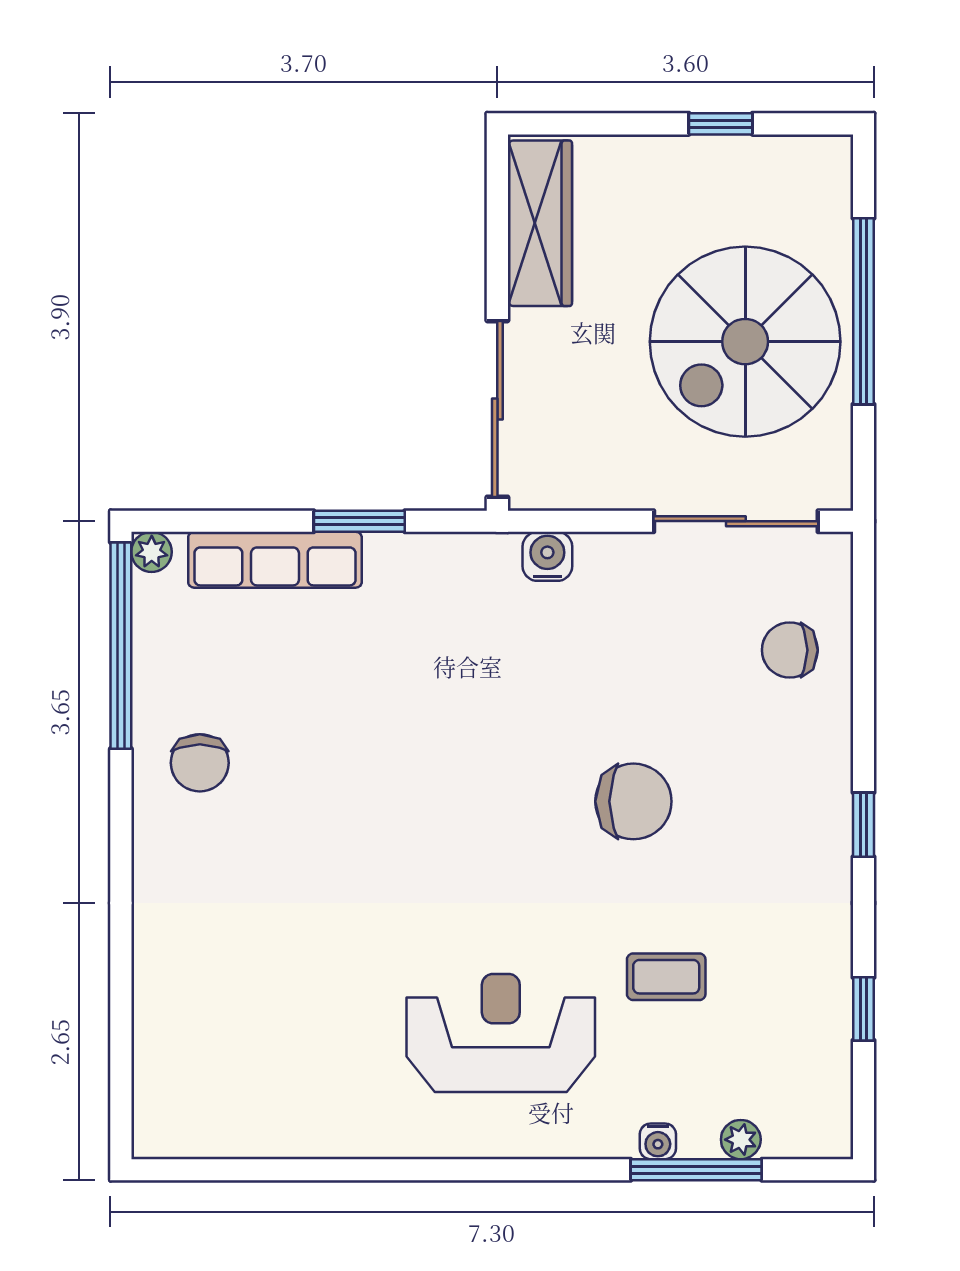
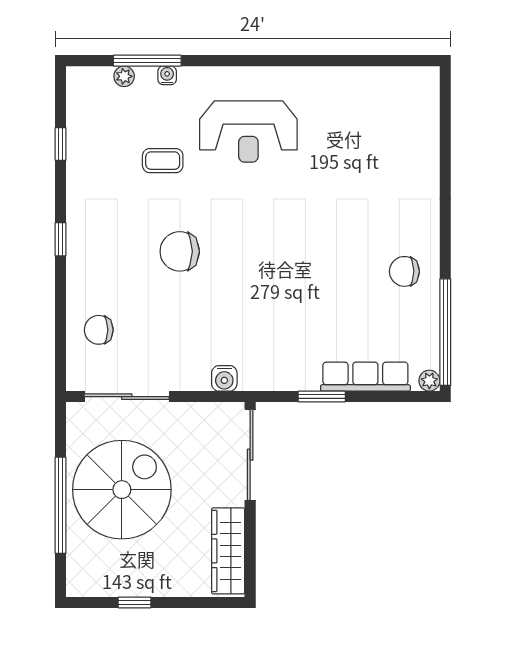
chair: (790, 650) -> (99, 330), turned 180
chair: (200, 763) -> (404, 271), turned -90

